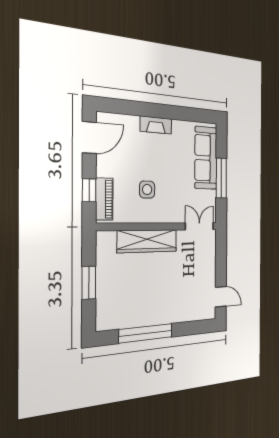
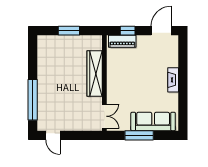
door: (89, 137) -> (161, 31), swing flipped
side table: (147, 190) -> (129, 73), removed
door: (221, 297) -> (53, 135), hinge flipped
window: (146, 333) -> (33, 100), moved

